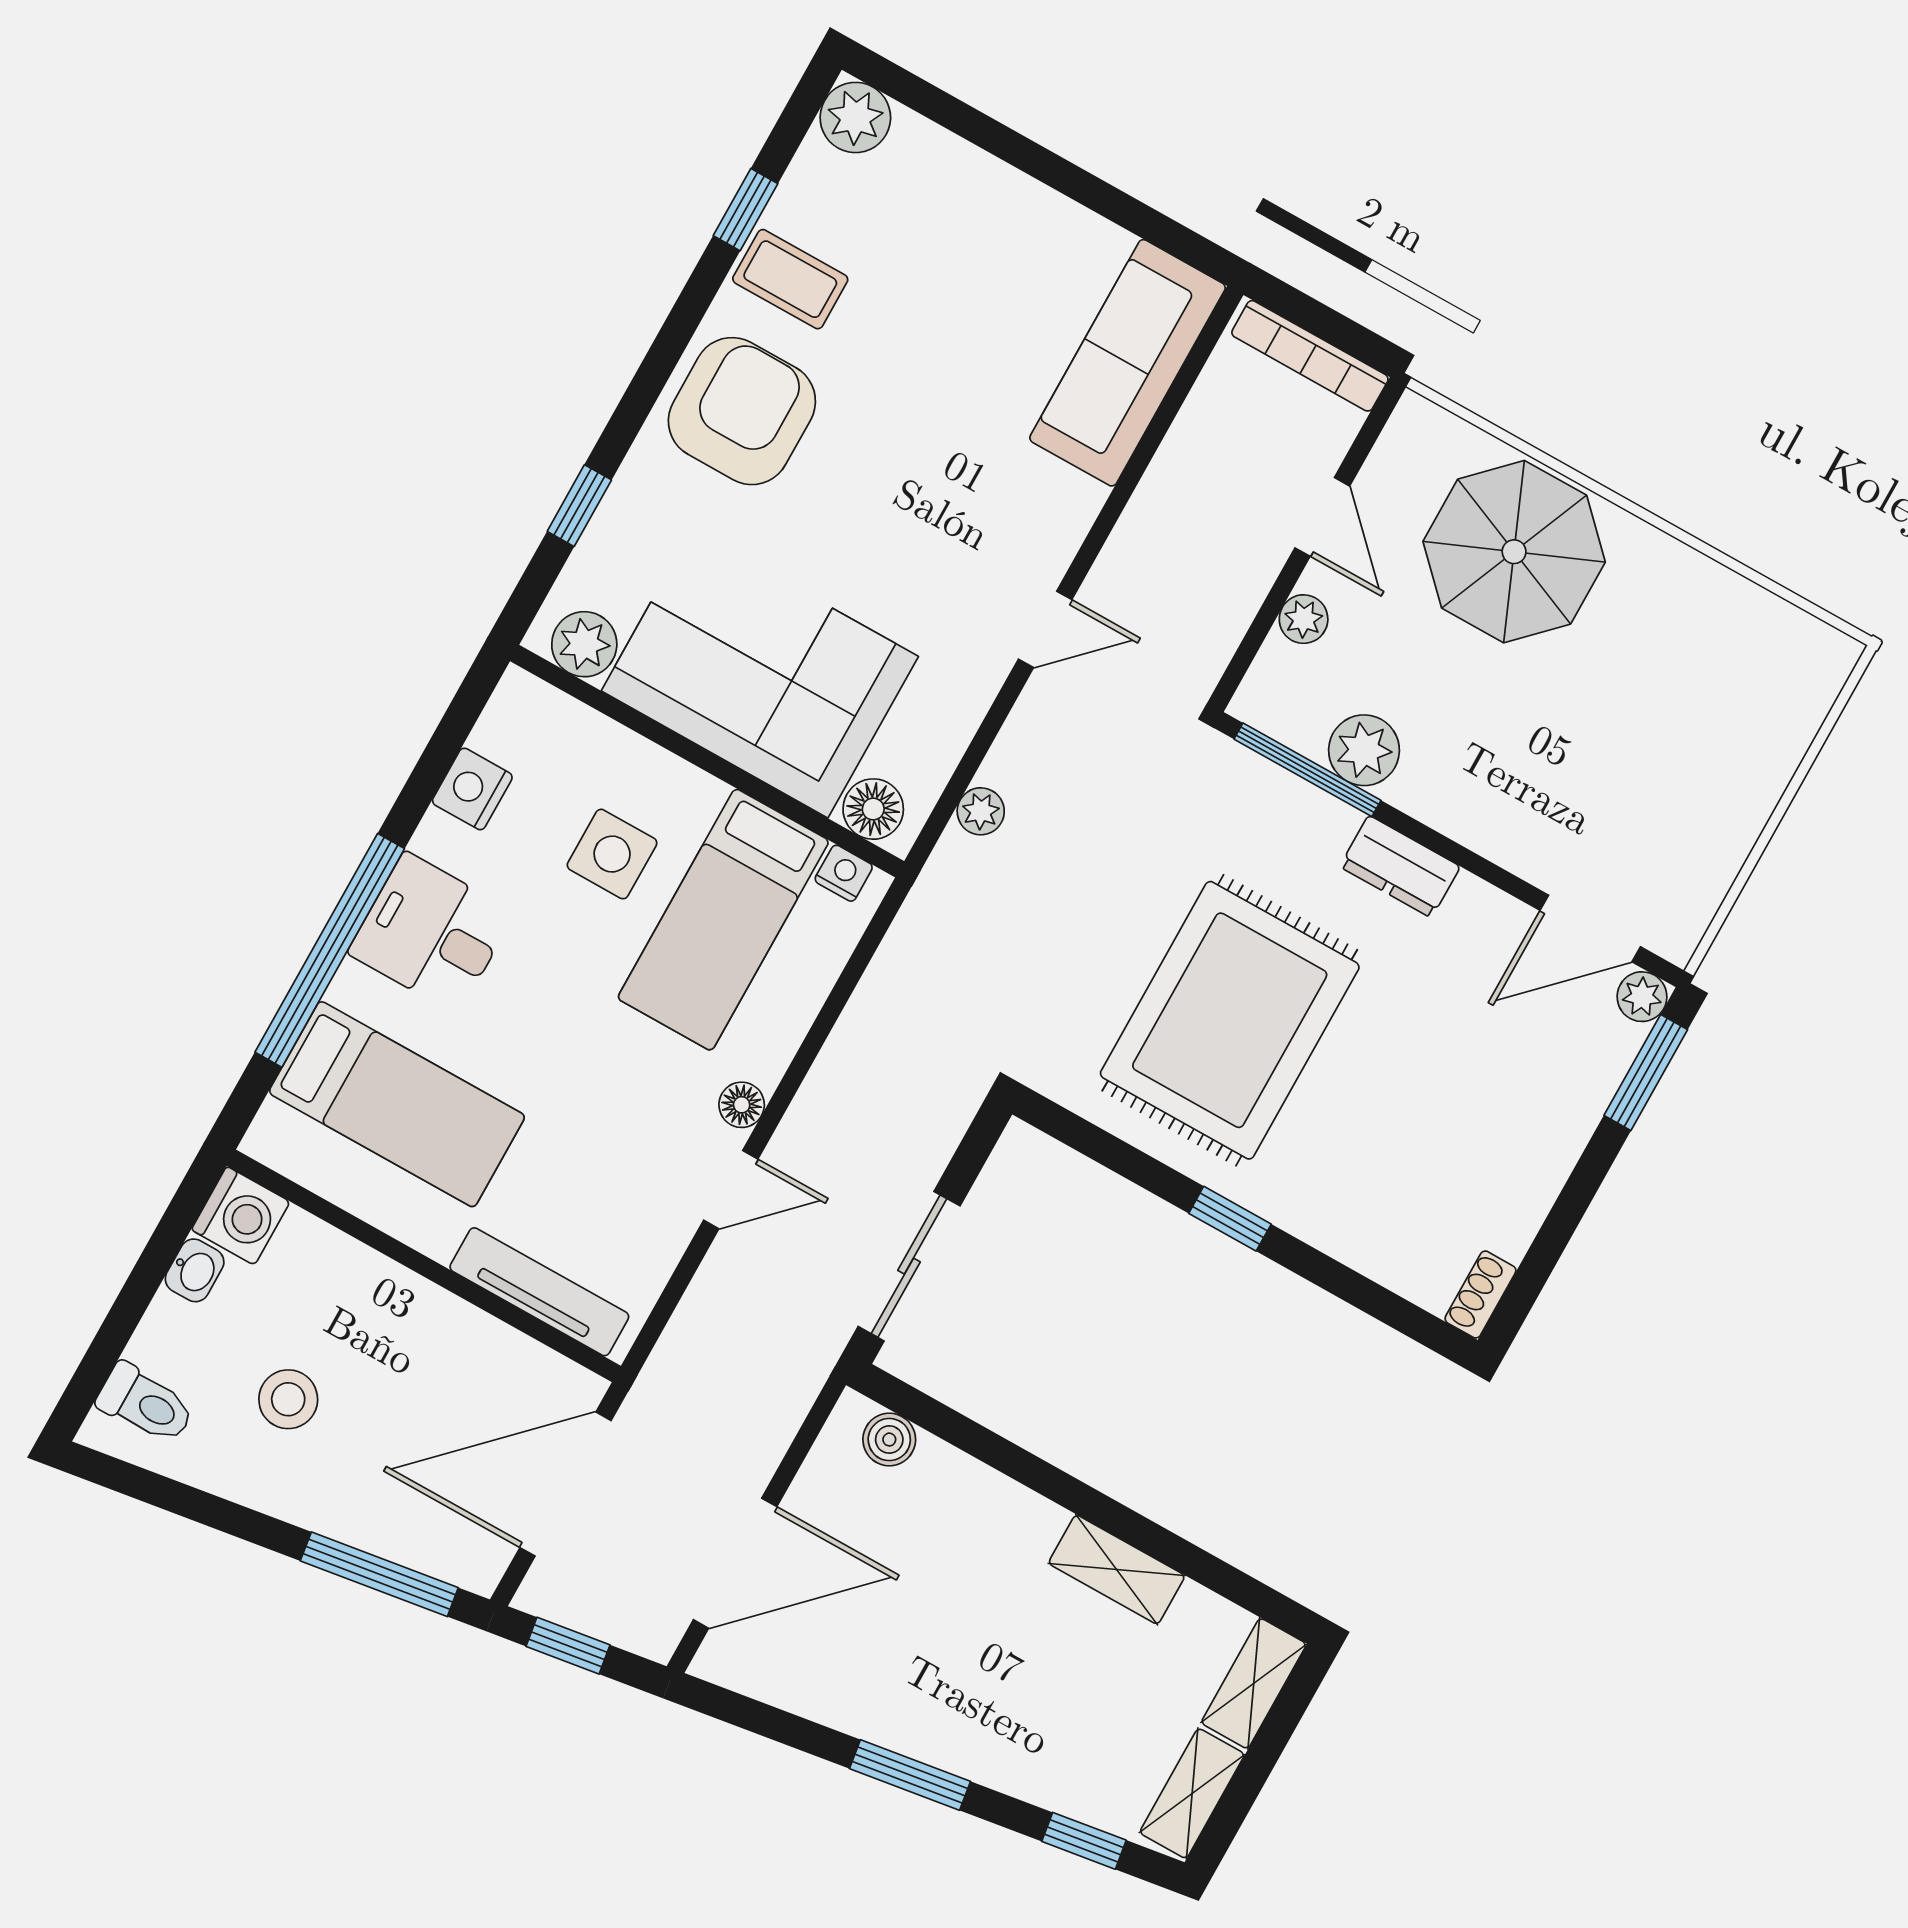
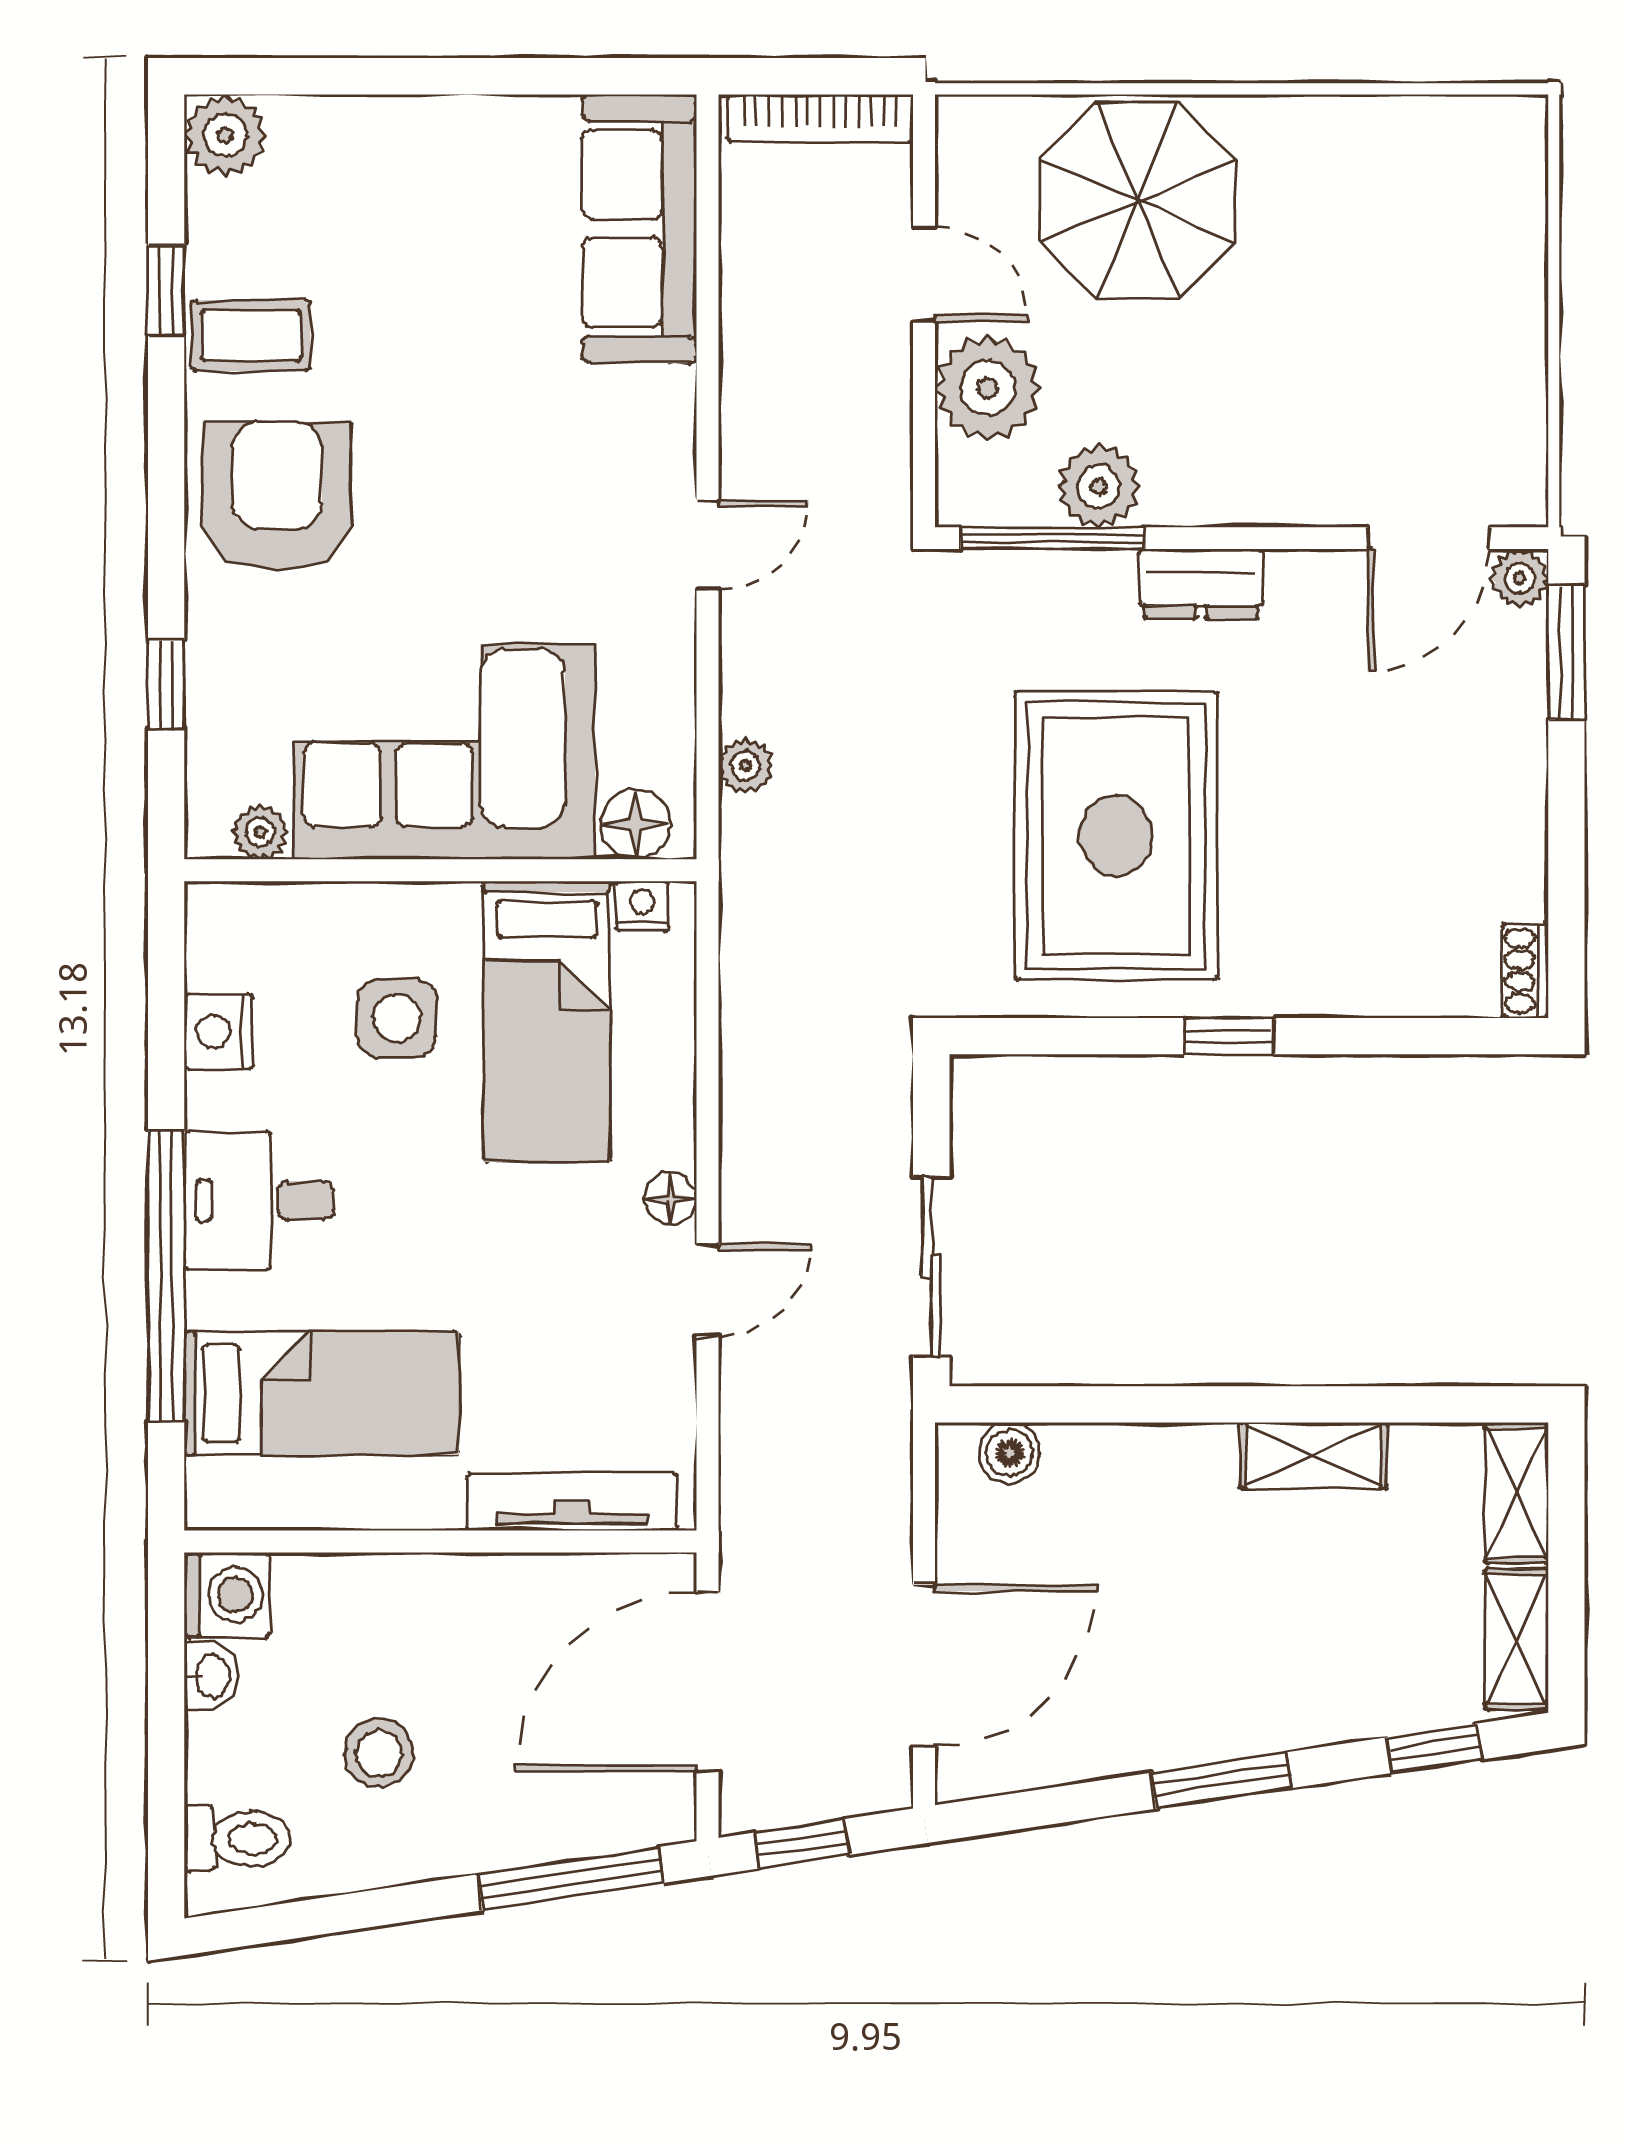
plant: (1304, 619) -> (988, 388), width x1.87, depth x1.87
plant: (584, 644) -> (260, 832), width x0.73, depth x0.73

